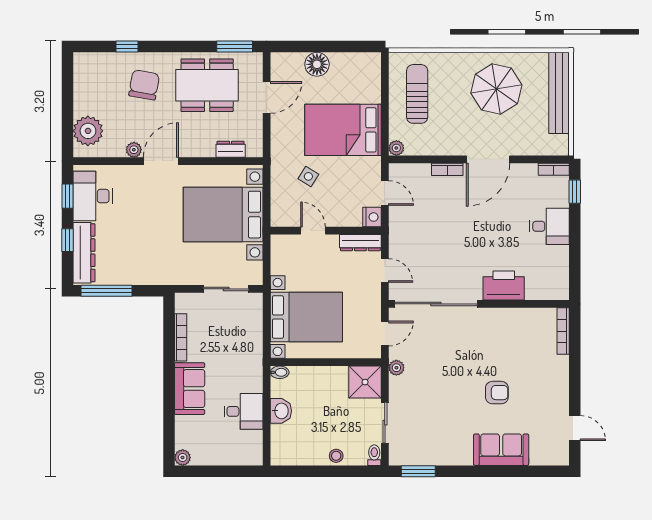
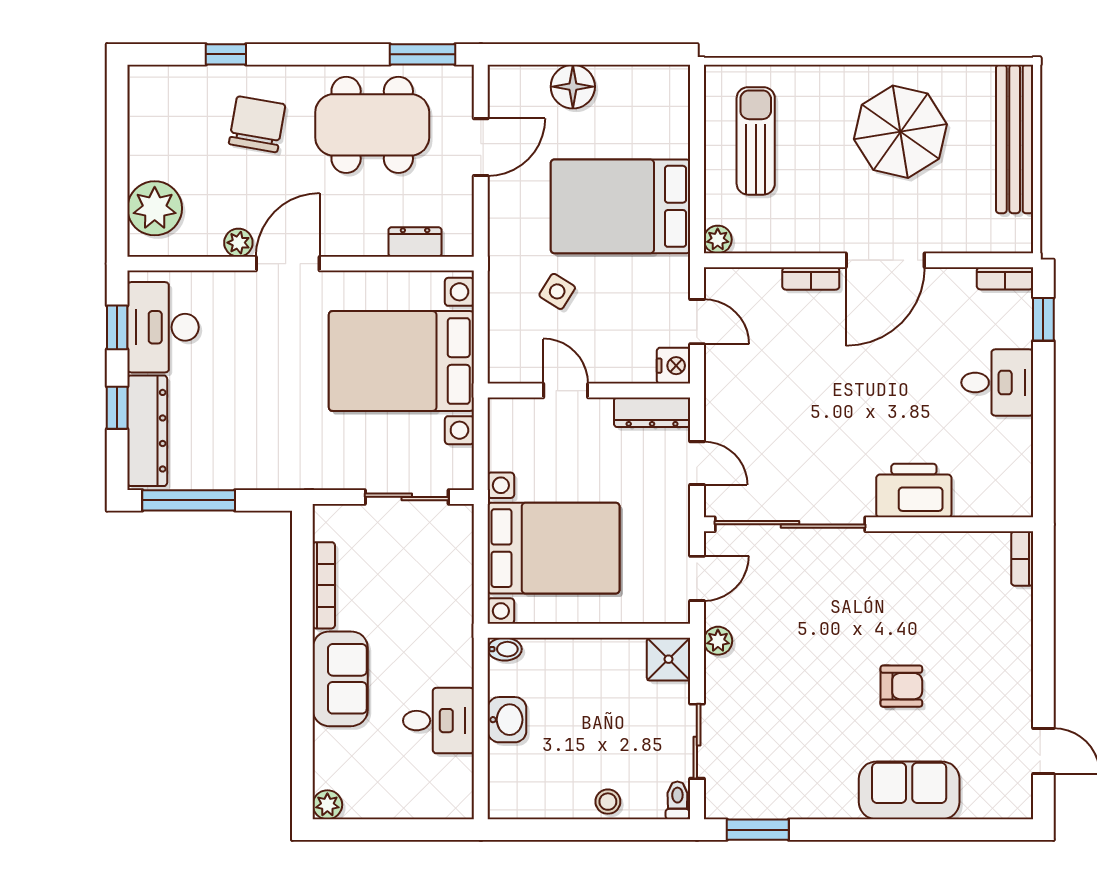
bookcase: (563, 331) -> (1022, 559), width x0.64
shower: (365, 382) -> (669, 659), width x0.73, depth x0.73

